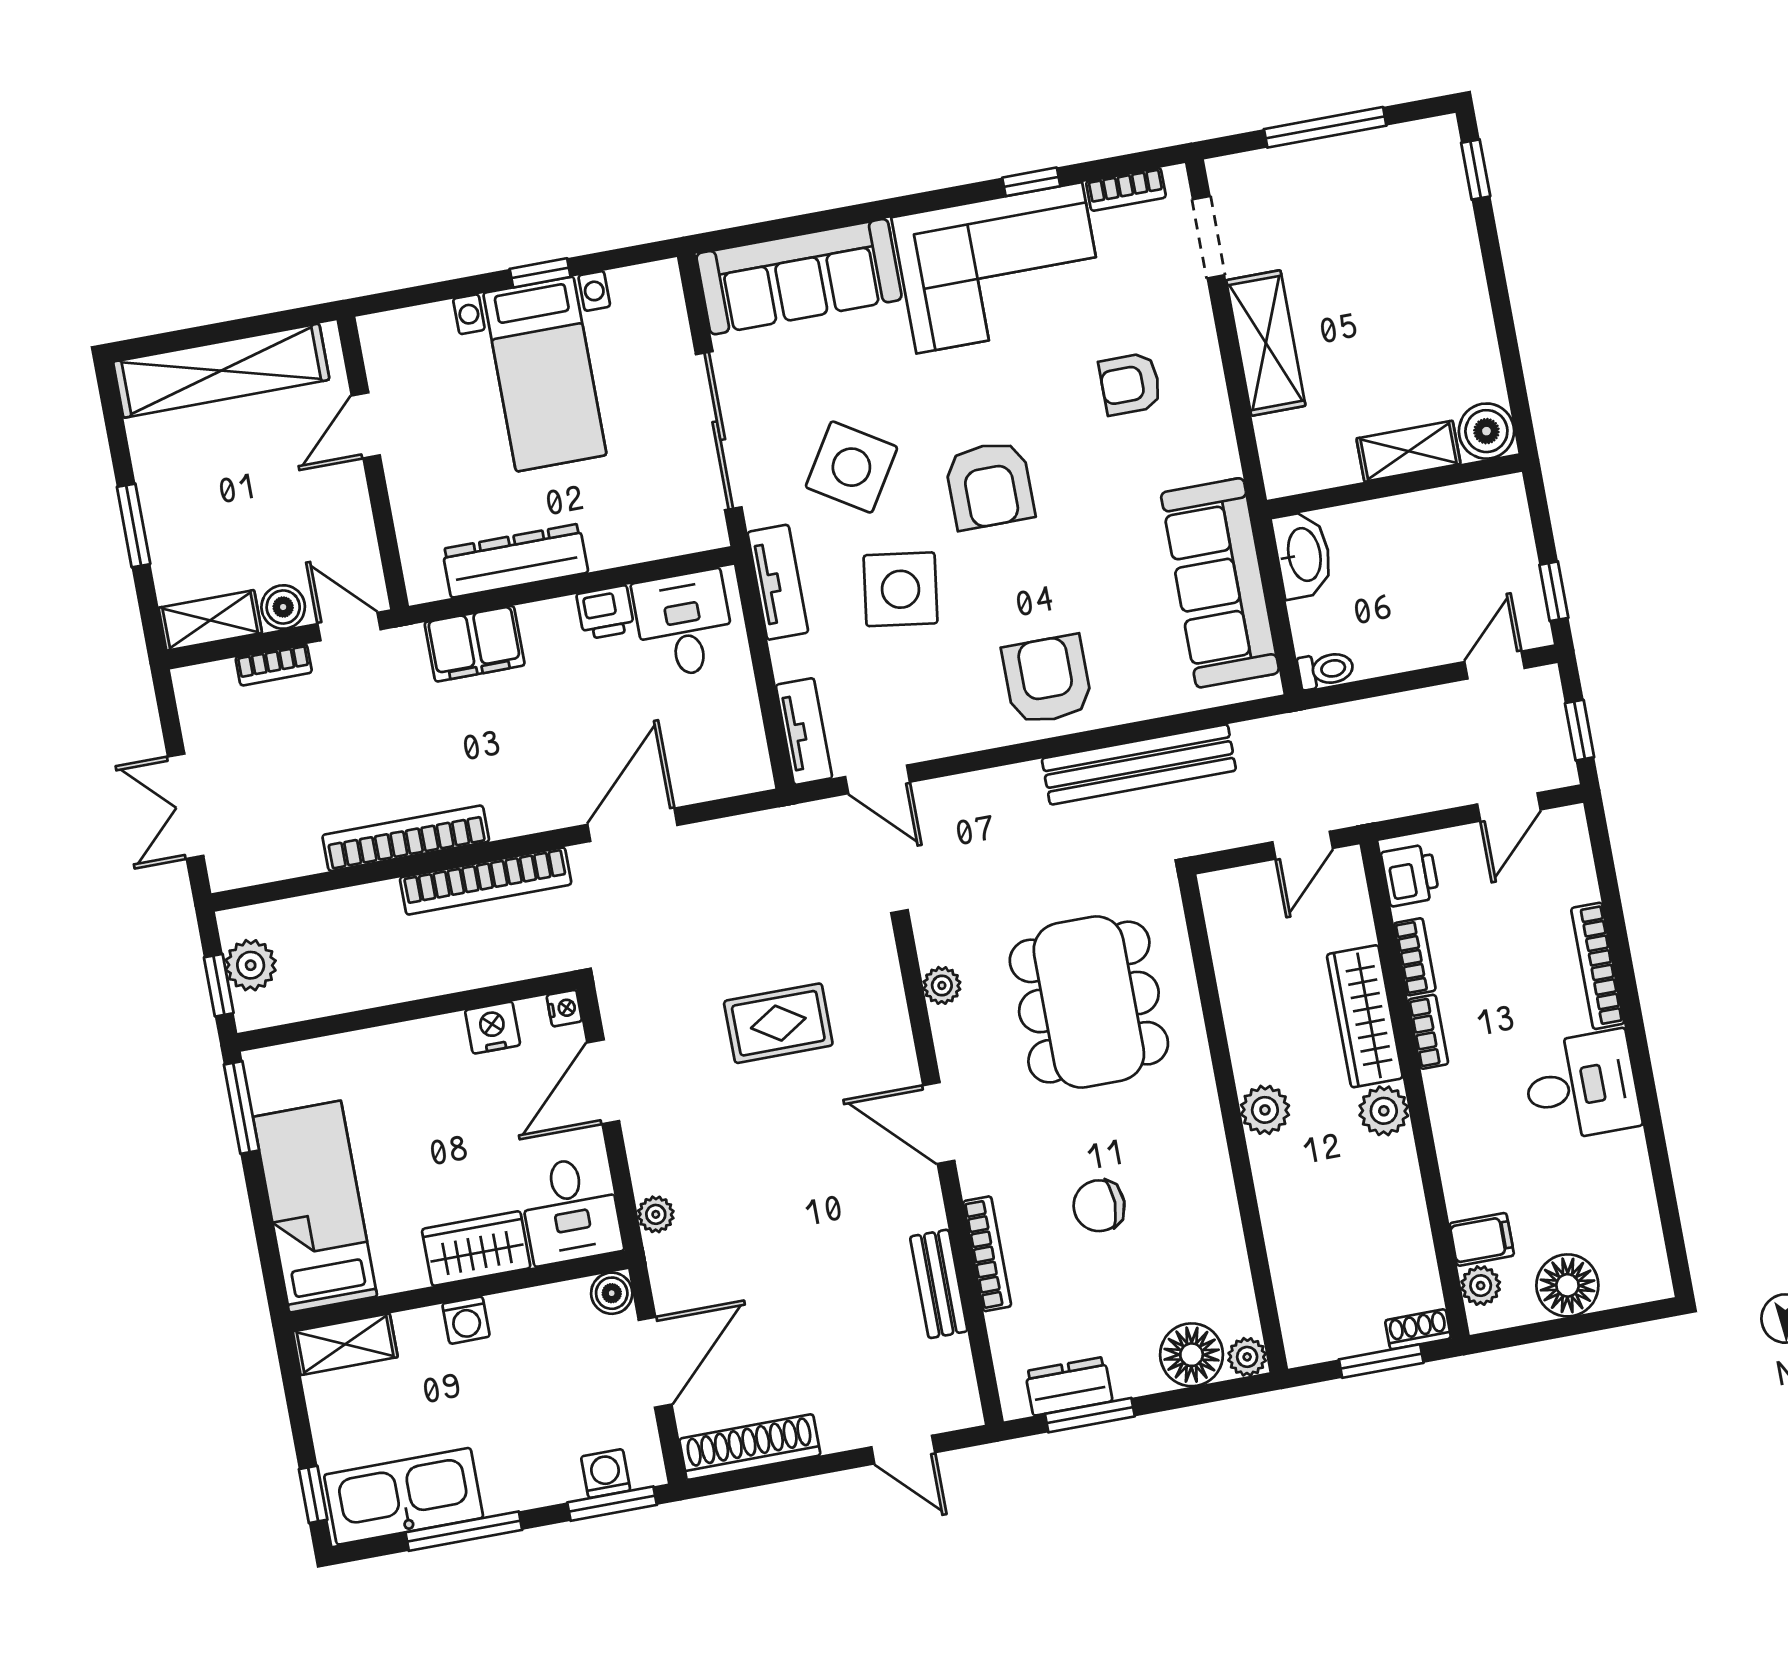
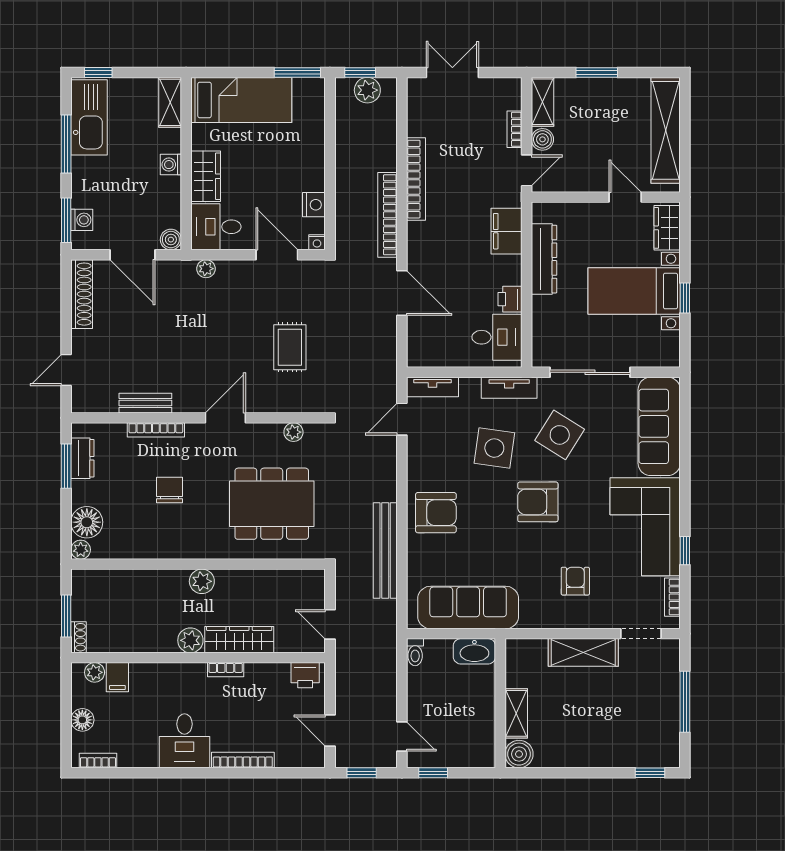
wardrobe: (410, 333) -> (667, 228), added
bookcase: (1415, 957) -> (98, 761), moved, turned 180
floor lamp: (1567, 1285) -> (82, 720), width x0.73, depth x0.73

